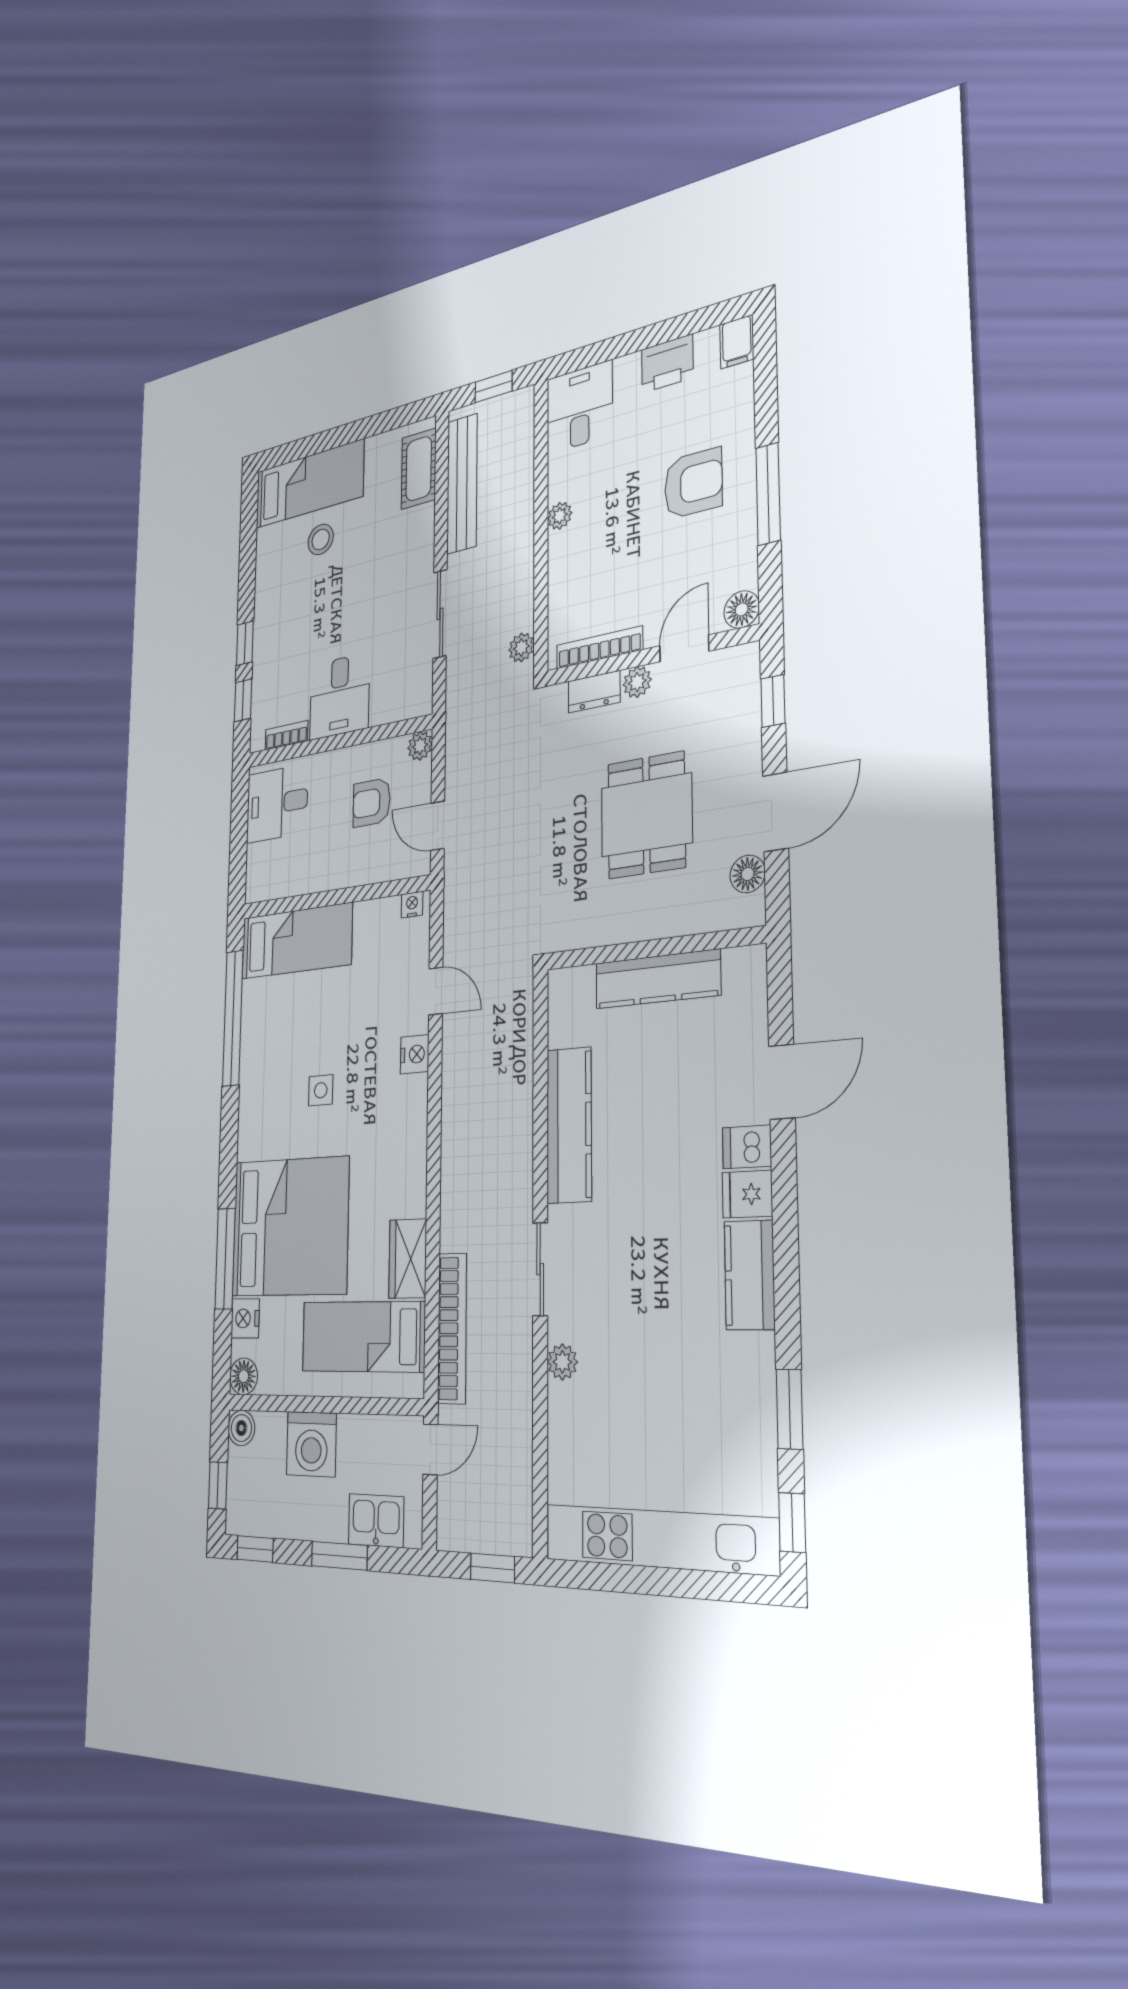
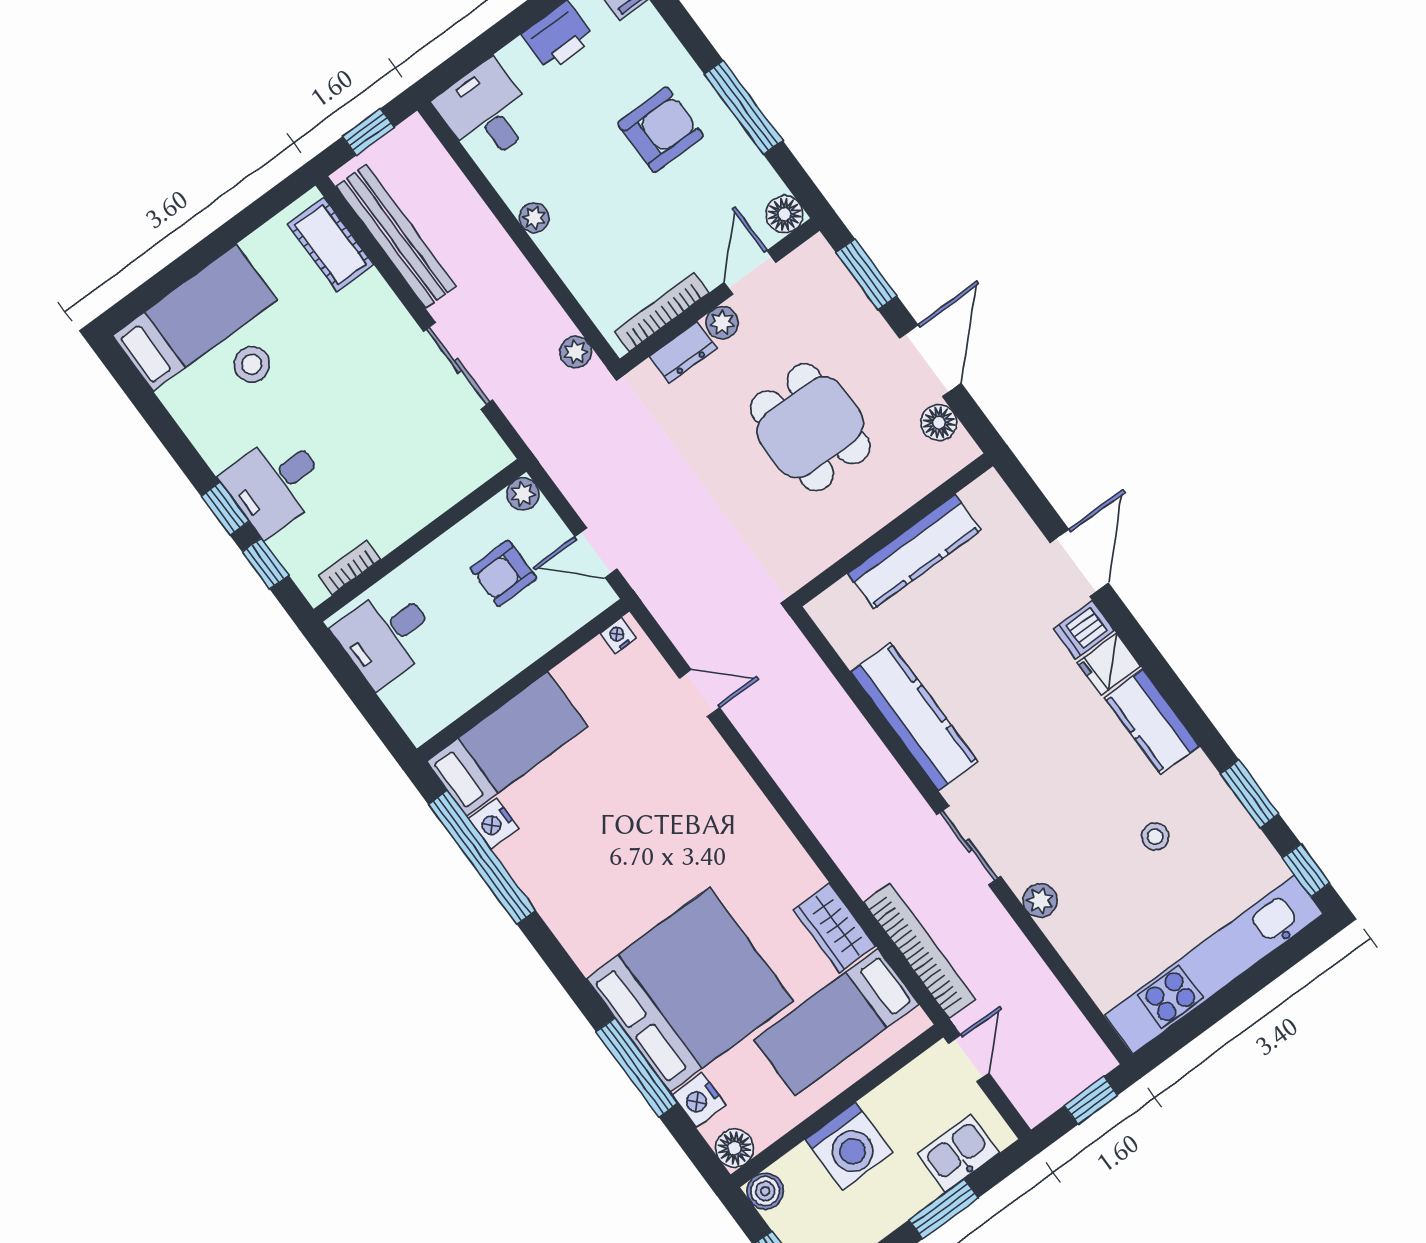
desk: (339, 696) -> (275, 483), moved, turned 90
window: (773, 701) -> (866, 274), width x1.50
nightstand: (415, 1054) -> (494, 824), moved, turned 180
side table: (321, 1090) -> (636, 854), removed
stool: (686, 1382) -> (1155, 837), added

